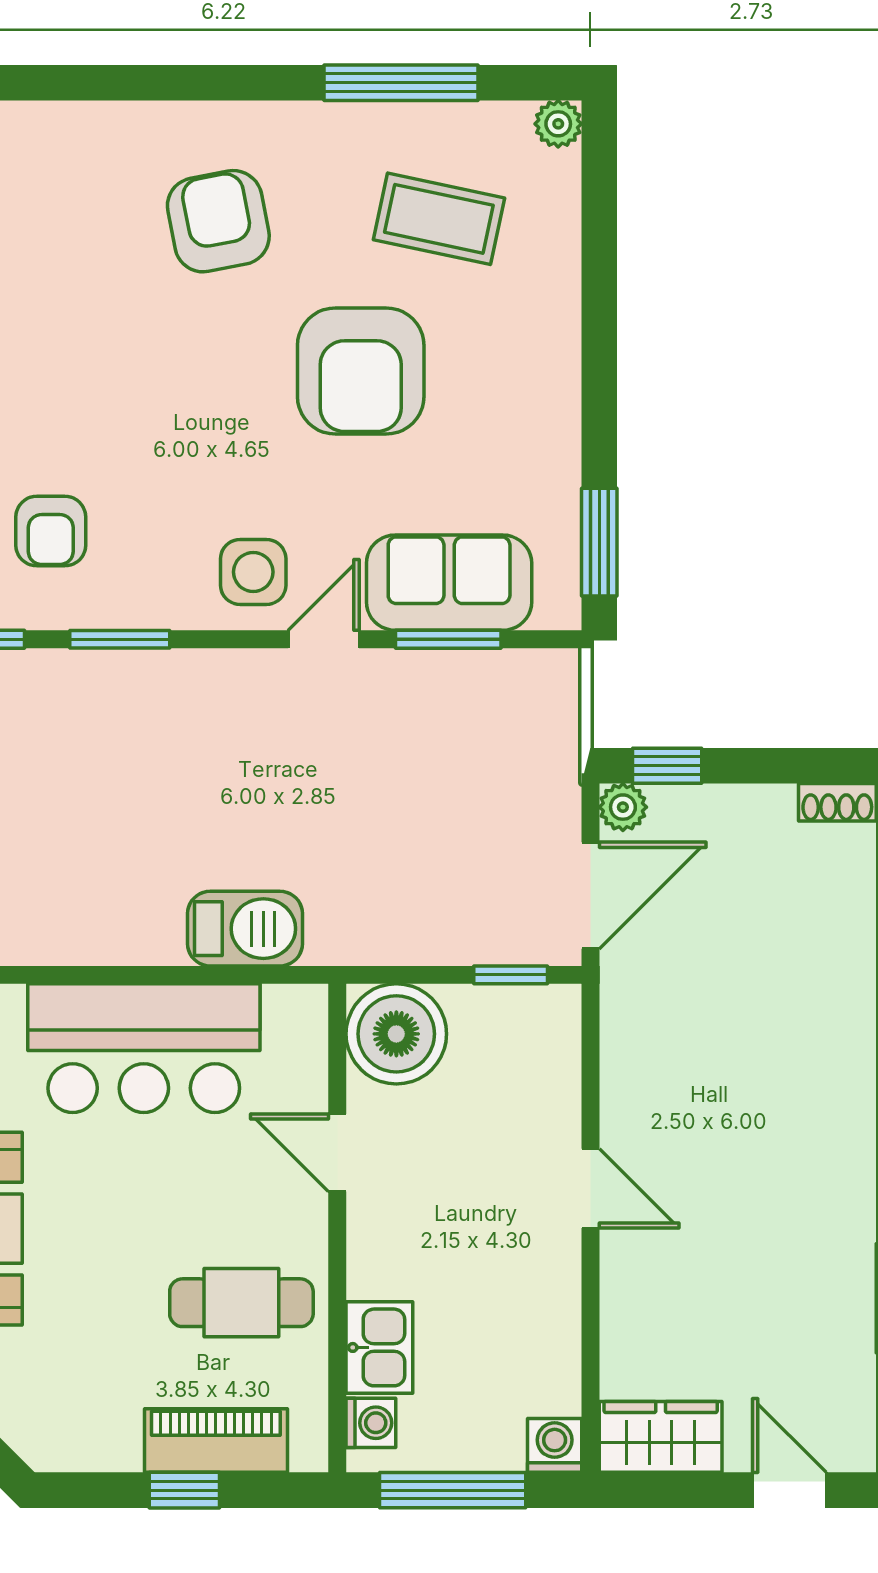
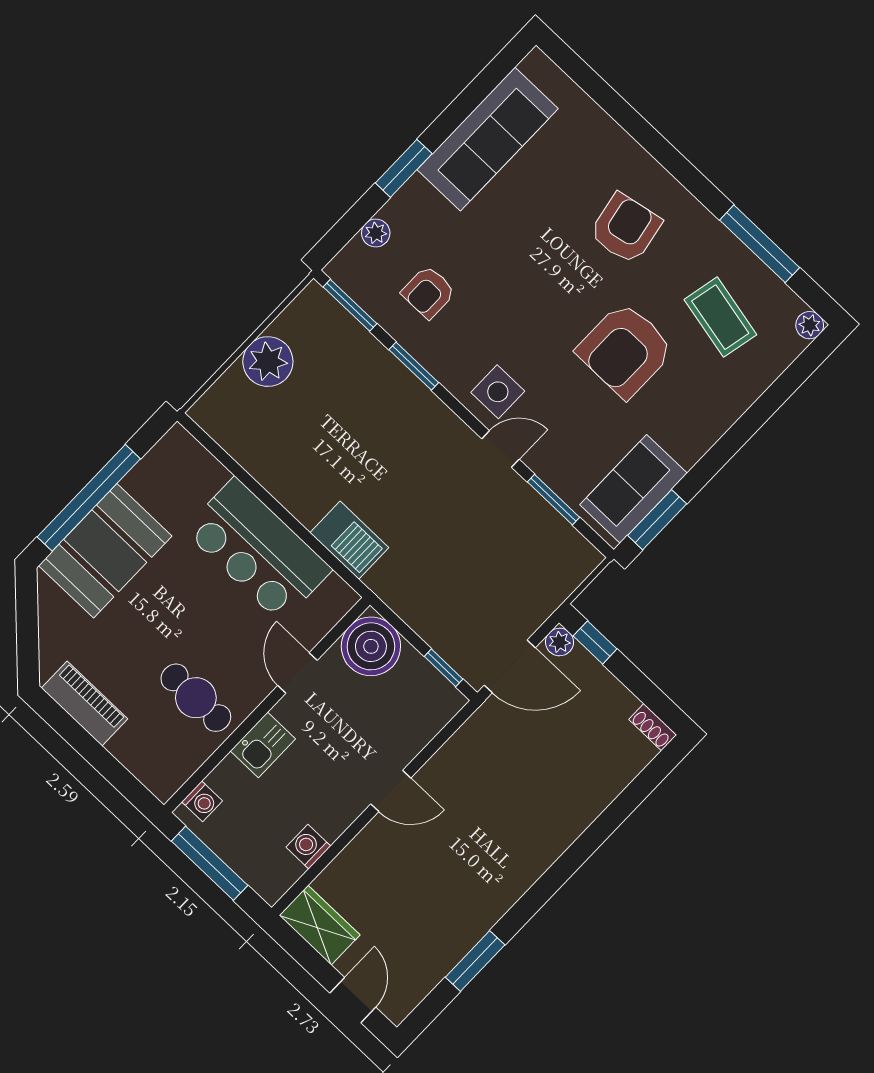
sofa: (449, 583) -> (633, 489), moved, turned -90
door: (590, 1188) -> (391, 791), hinge flipped
kitchen sink: (379, 1347) -> (263, 745), moved
piano: (216, 1441) -> (85, 703), moved
washing machine: (555, 1445) -> (308, 847), moved, turned -90
window: (184, 1490) -> (95, 754), removed

